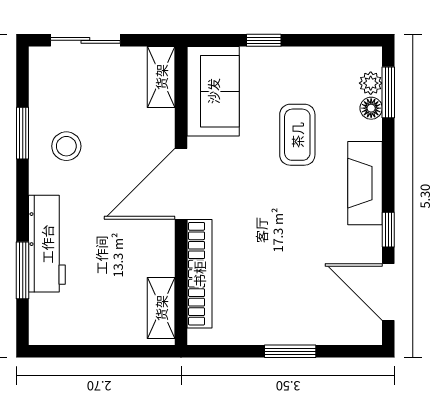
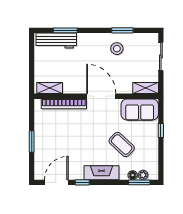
coffee table: (297, 135) -> (122, 145), turned 43
workbench: (47, 244) -> (56, 40), moved

